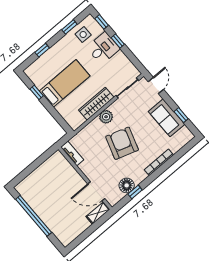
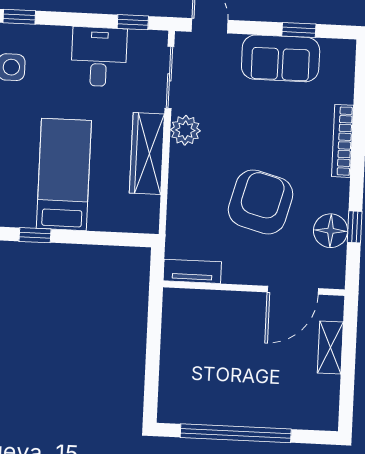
window: (118, 41) -> (133, 22), moved
desk: (103, 48) -> (99, 57), moved
plant: (106, 117) -> (185, 130), moved
armchair: (122, 143) -> (261, 202), moved, turned 87
shelving: (98, 213) -> (330, 348), moved

